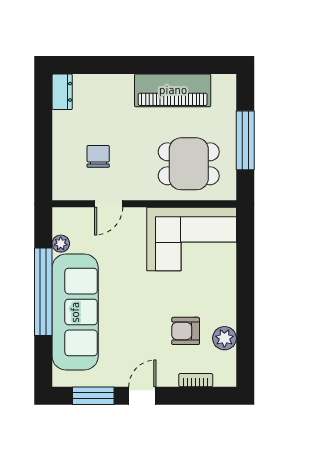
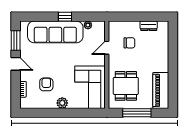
piano: (173, 90) -> (161, 90), moved
dresser: (62, 92) -> (149, 26), moved
door: (109, 204) -> (107, 48), hinge flipped
window: (43, 292) -> (65, 17), width x0.32
plant: (224, 338) -> (62, 103), moved

